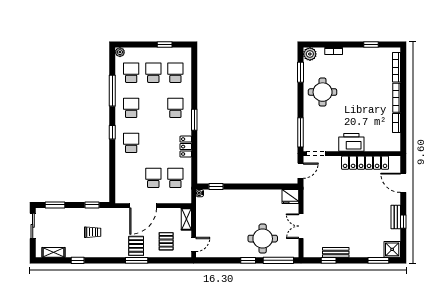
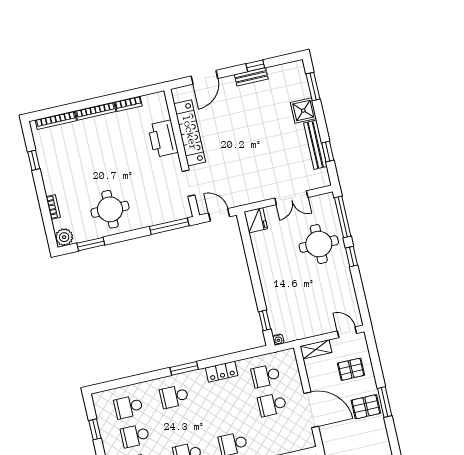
printer: (351, 142) -> (163, 139), moved
doorway: (316, 154) -> (189, 183), moved
shower: (392, 249) -> (303, 111), moved
bench: (336, 252) -> (315, 145), width x1.36

